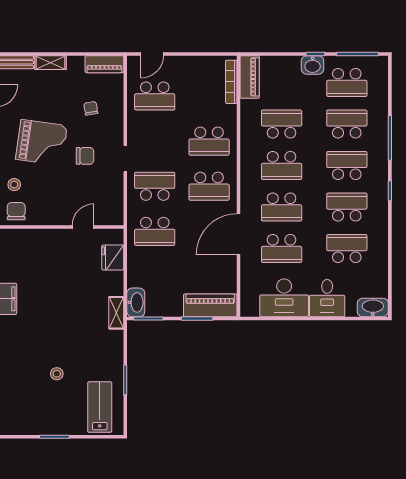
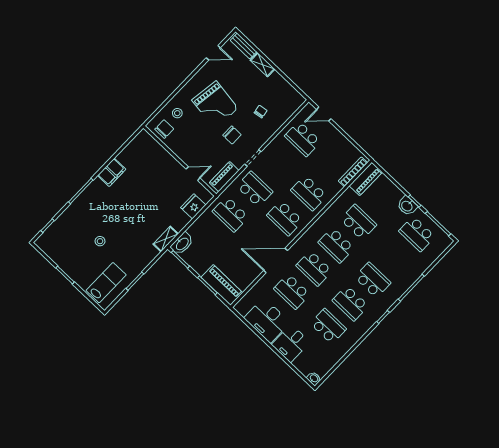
piano: (104, 64) -> (224, 177), moved, turned 90
school desk: (347, 124) -> (395, 257), removed
school desk: (347, 207) -> (350, 303), turned 180
washbasin: (373, 307) -> (314, 378), width x0.52, depth x0.69

